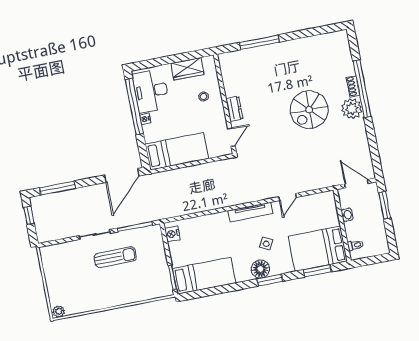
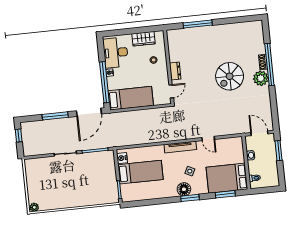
window: (134, 107) -> (104, 82), moved
window: (58, 188) -> (55, 116), moved
door: (287, 197) -> (208, 139), hinge flipped
sun lounger: (115, 257) -> (79, 171), removed
bed: (204, 276) -> (140, 172), moved

